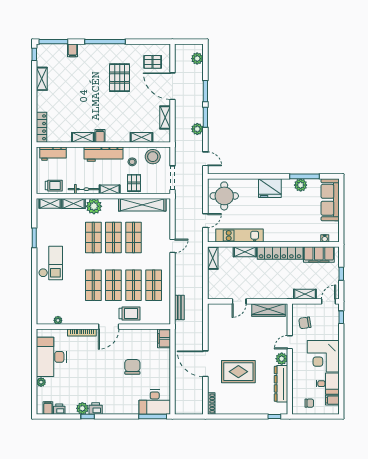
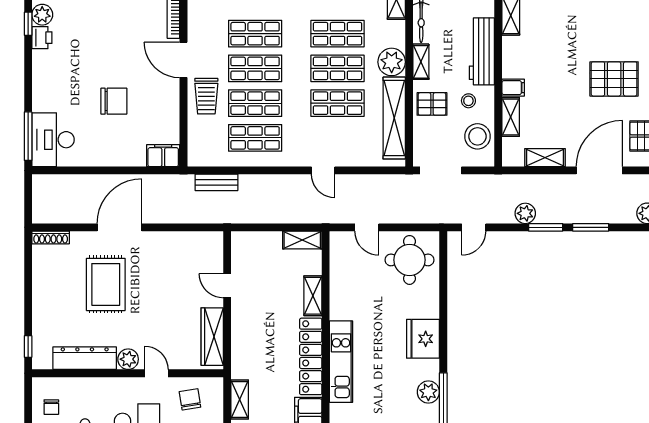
filing cabinet: (100, 136) -> (513, 88), moved
plant: (94, 206) -> (392, 62), moved
kitchen unit: (240, 236) -> (341, 362), moved

